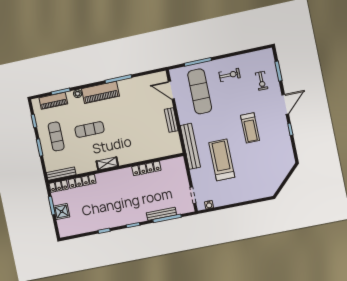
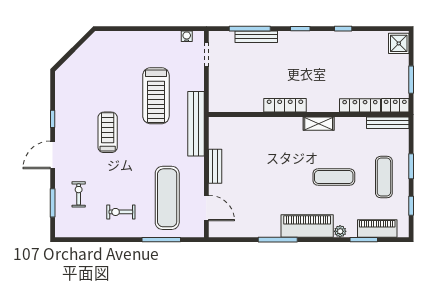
locker: (146, 168) -> (285, 105), moved
shower: (62, 212) -> (399, 43), moved

